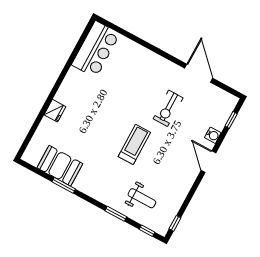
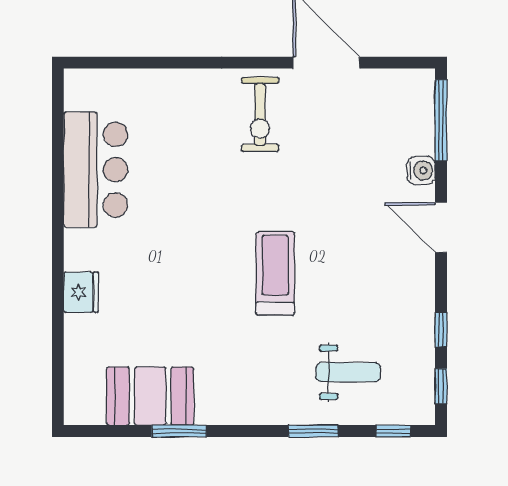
bar counter: (96, 49) -> (96, 170), moved
exercise bike: (168, 108) -> (260, 114), moved
window: (231, 120) -> (441, 120), width x2.17
window: (187, 201) -> (441, 330), added

